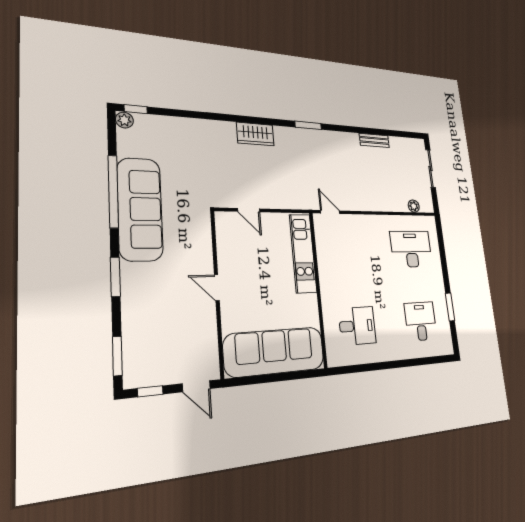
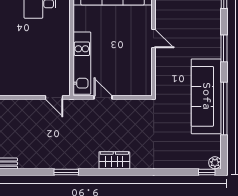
door: (249, 210) -> (103, 97), moved

